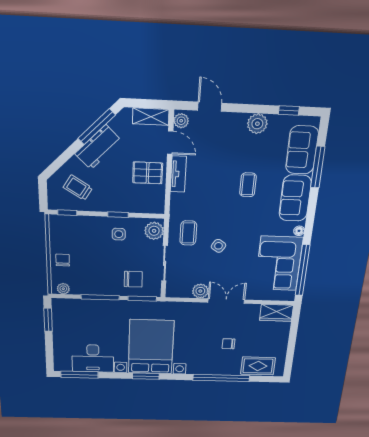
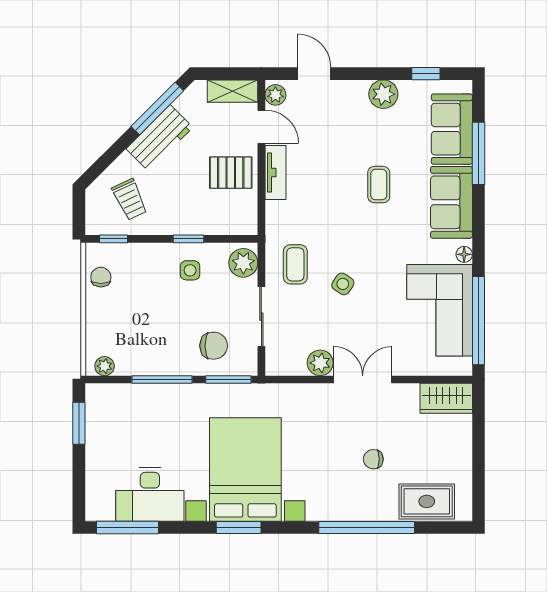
trolley: (78, 188) -> (130, 199), turned -147
chair: (63, 260) -> (101, 277), moved

